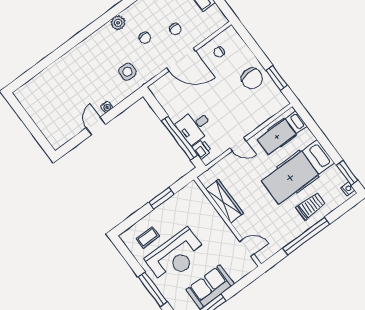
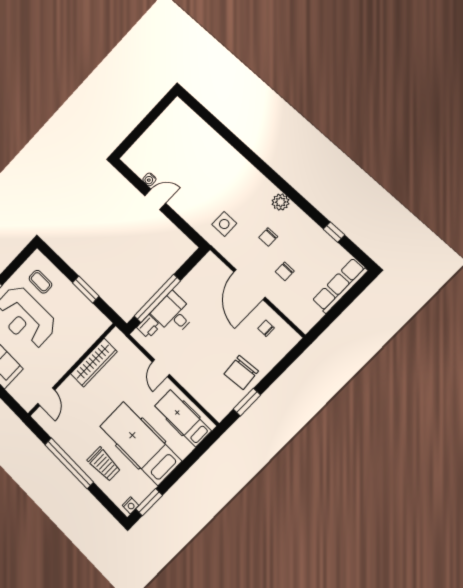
water cooler: (107, 107) -> (149, 179), moved

